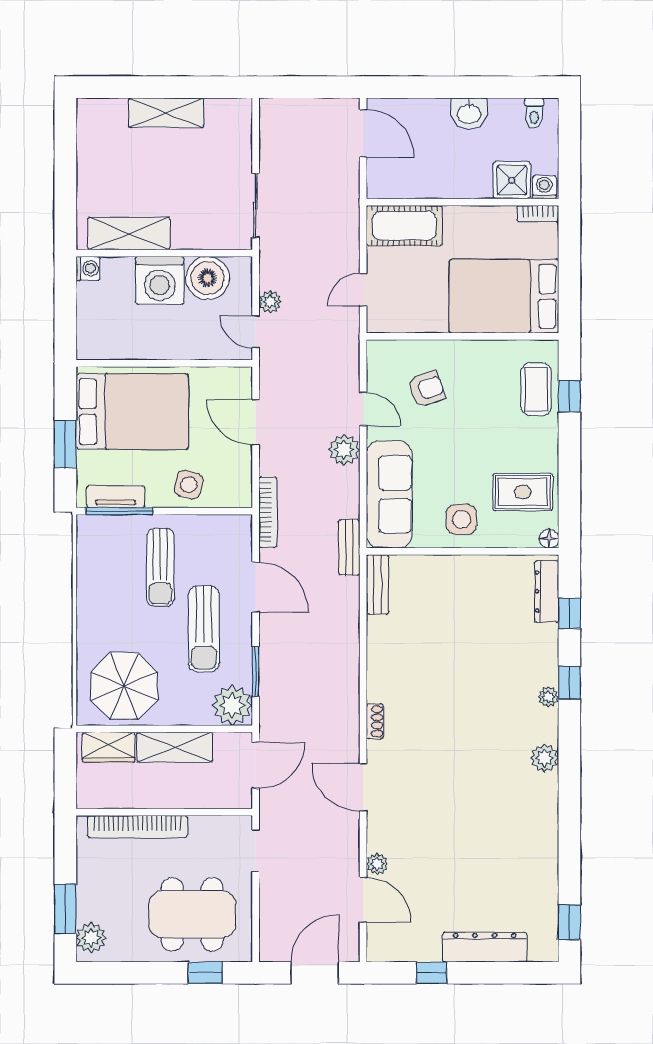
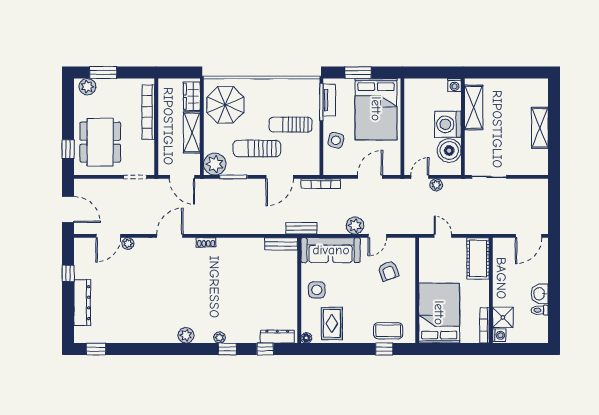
toilet: (534, 113) -> (540, 310), moved
bookcase: (538, 214) -> (485, 325), width x1.56

